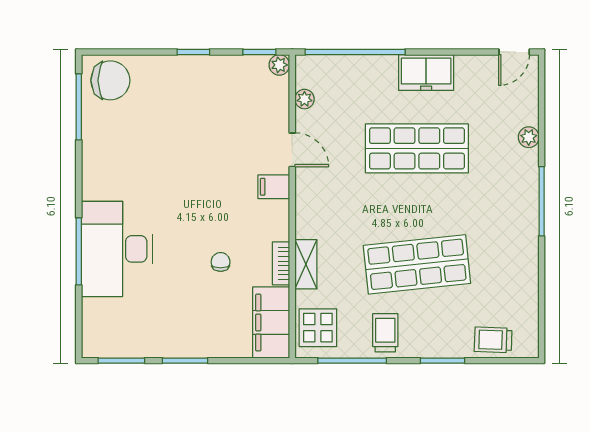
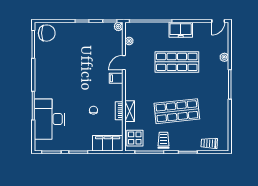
door: (292, 150) -> (124, 63), swing flipped
desk: (117, 249) -> (49, 119), moved
filing cabinet: (271, 323) -> (108, 143), moved, turned 90

